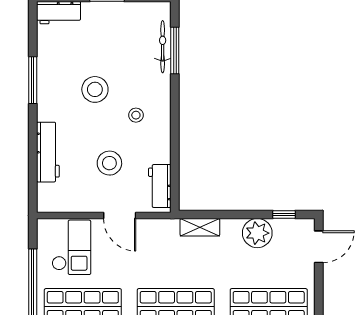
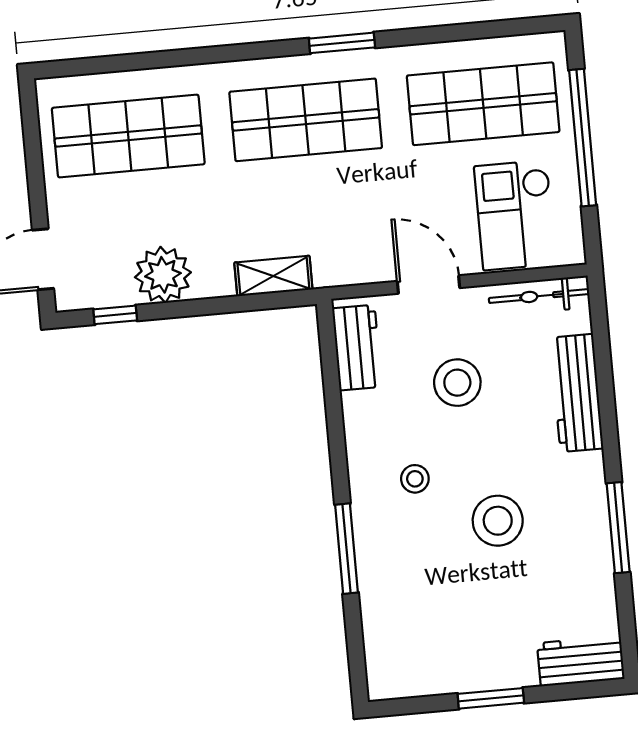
bicycle: (163, 47) -> (539, 296), moved, turned 90
window: (175, 50) -> (347, 549), moved

